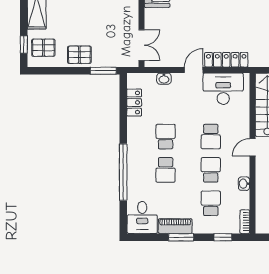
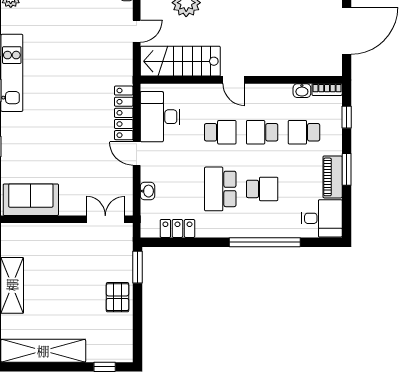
pallet: (43, 48) -> (109, 342), removed
school desk: (166, 137) -> (220, 189), width x1.85
washbasin: (244, 184) -> (302, 91), moved

